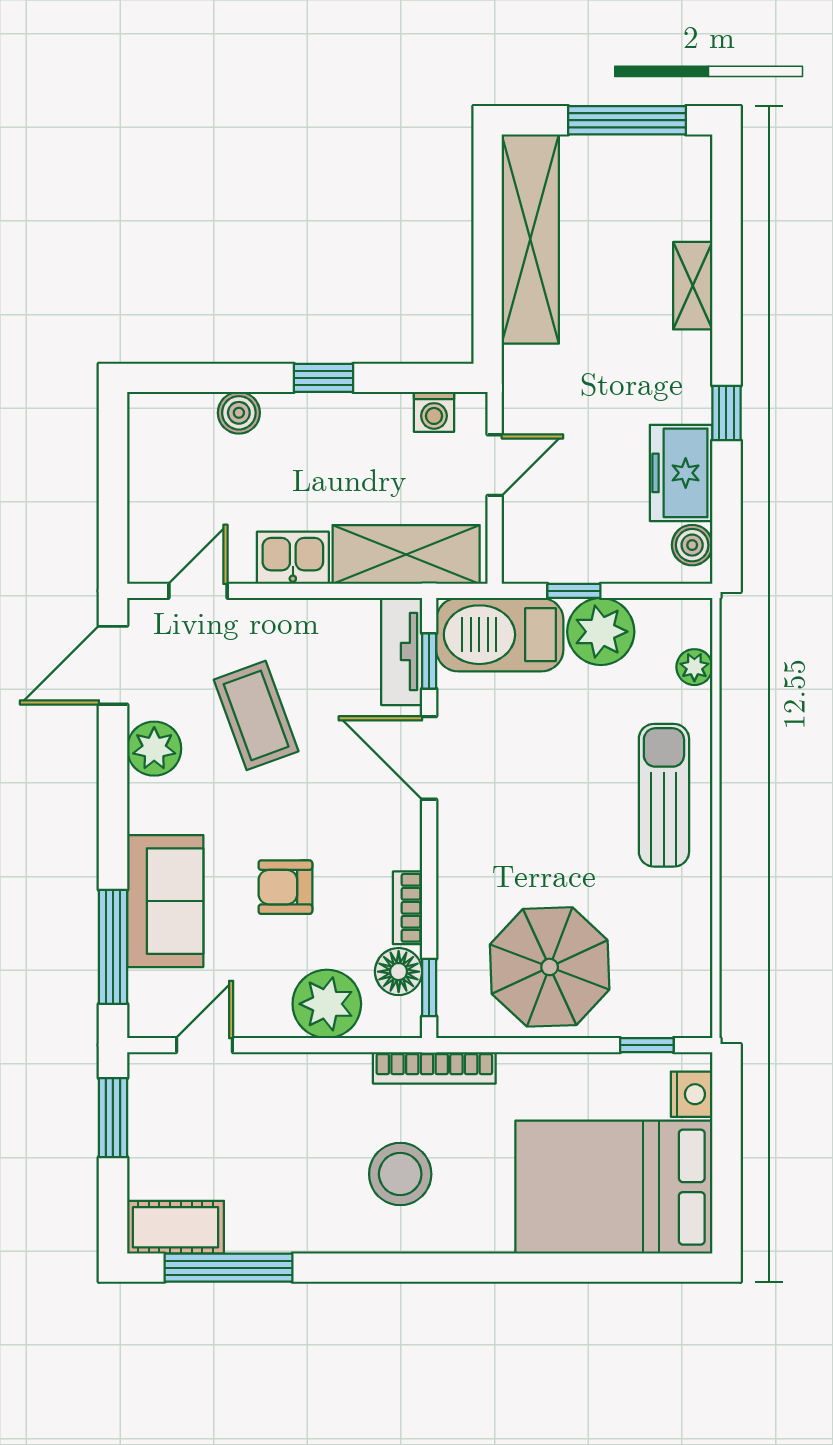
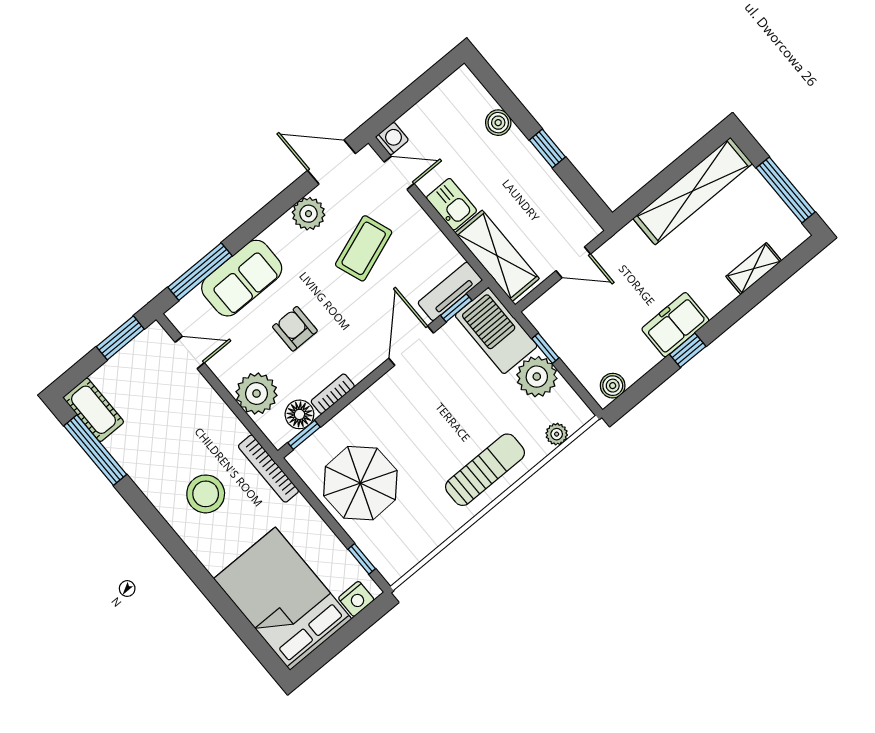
shelving: (693, 286) -> (754, 269), moved
washing machine: (434, 412) -> (392, 139), moved, turned 180
freezer: (681, 473) -> (675, 325), moved

